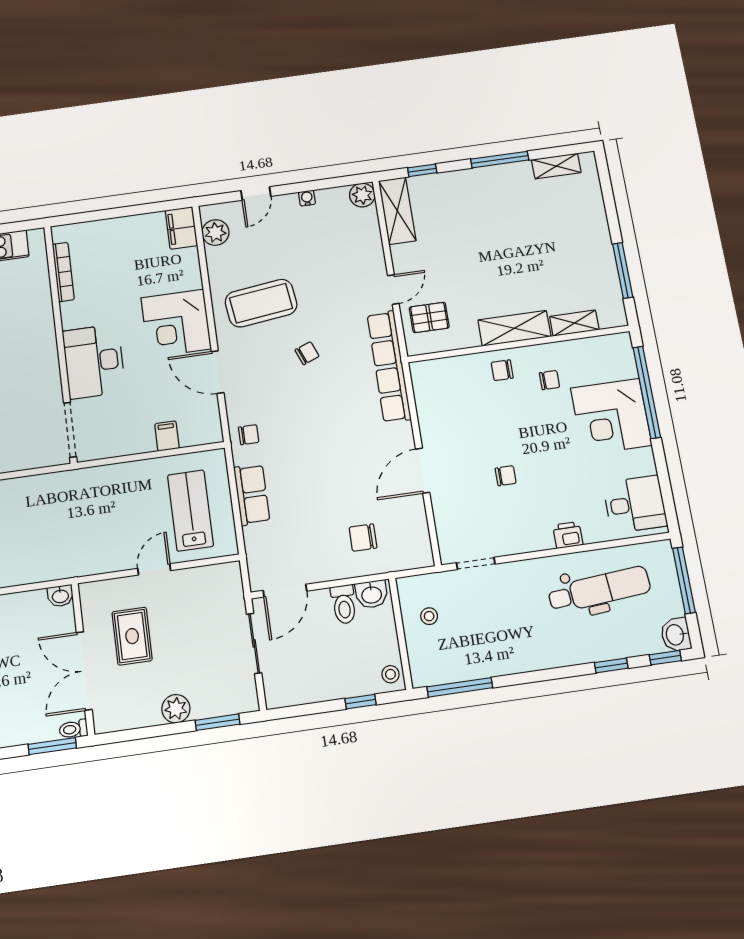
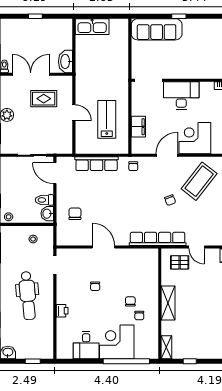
window: (623, 270) -> (190, 361), width x0.46
coffee table: (261, 303) -> (199, 181), turned 45
pallet: (429, 317) -> (180, 262), turned 90
shelving: (574, 323) -> (166, 347), moved
chair: (502, 370) -> (130, 301), moved
filing cabinet: (167, 436) -> (138, 127), width x2.00
row of seats: (252, 495) -> (97, 164), width x1.48
desk: (635, 504) -> (86, 345), moved
lab bench: (190, 510) -> (107, 119), moved, turned -90
window: (684, 580) -> (33, 361), width x0.46
dental chair: (599, 590) -> (28, 296), moved
washbasin: (60, 596) -> (66, 61), width x1.91, depth x1.45

